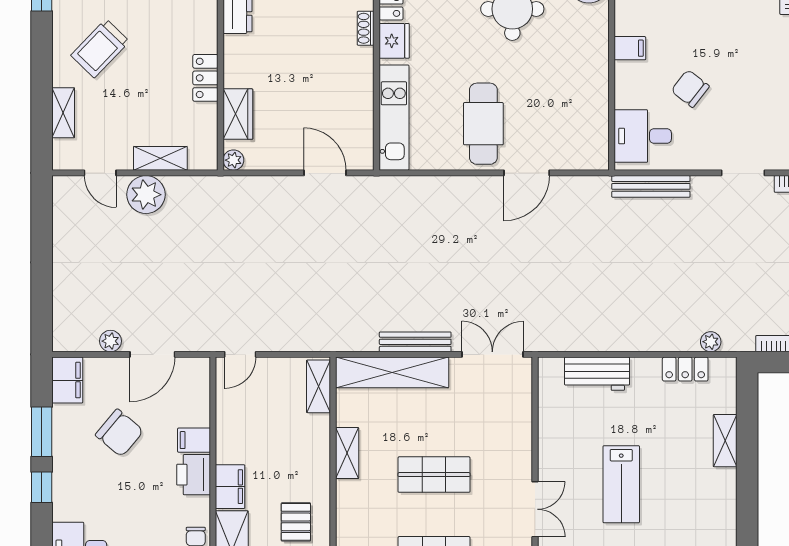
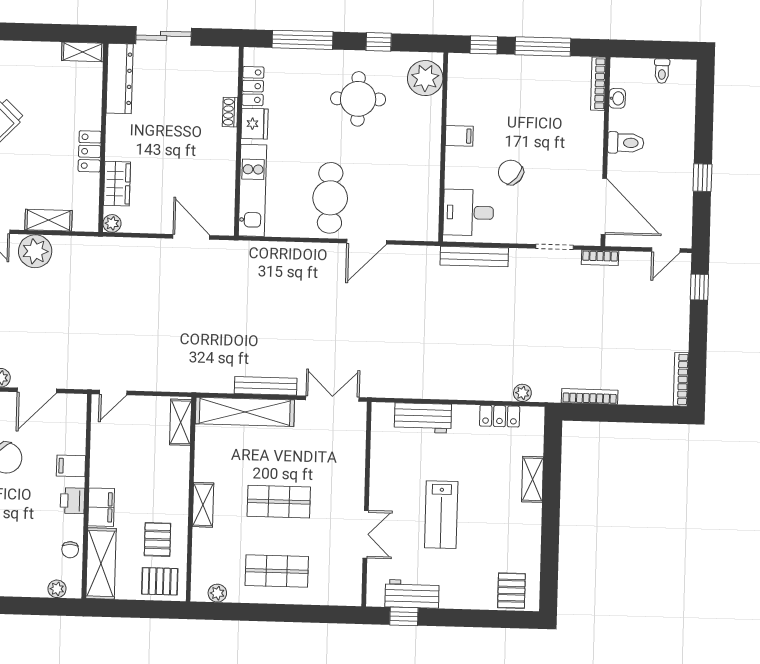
shelving: (347, 453) -> (203, 505), moved
printer: (194, 475) -> (72, 501), width x0.73, depth x0.81

